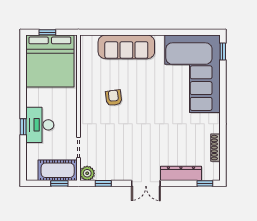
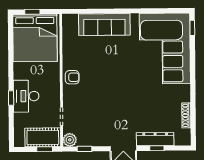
armchair: (114, 98) -> (72, 77), moved, turned 97
window: (205, 183) -> (157, 148), moved

